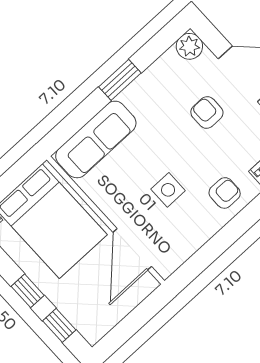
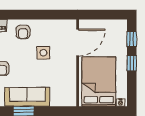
sofa: (96, 139) -> (27, 97), moved
armchair: (225, 193) -> (23, 32), turned -90

